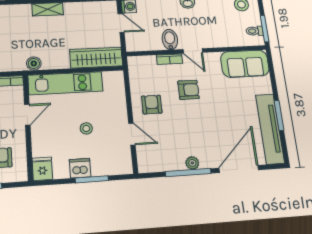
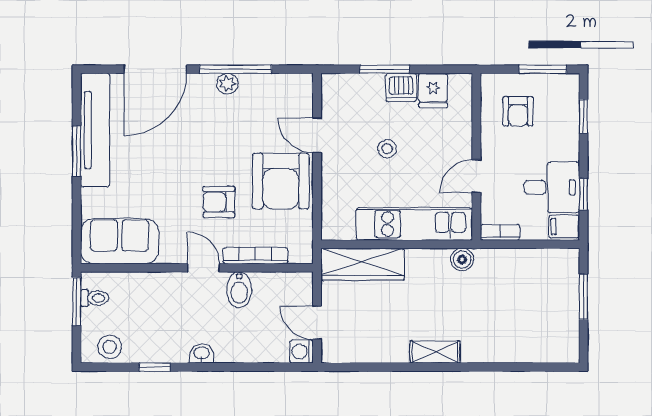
bookcase: (169, 59) -> (255, 256), width x1.56
armchair: (152, 105) -> (281, 181), width x1.88, depth x1.88
fridge: (42, 169) -> (433, 90), moved

